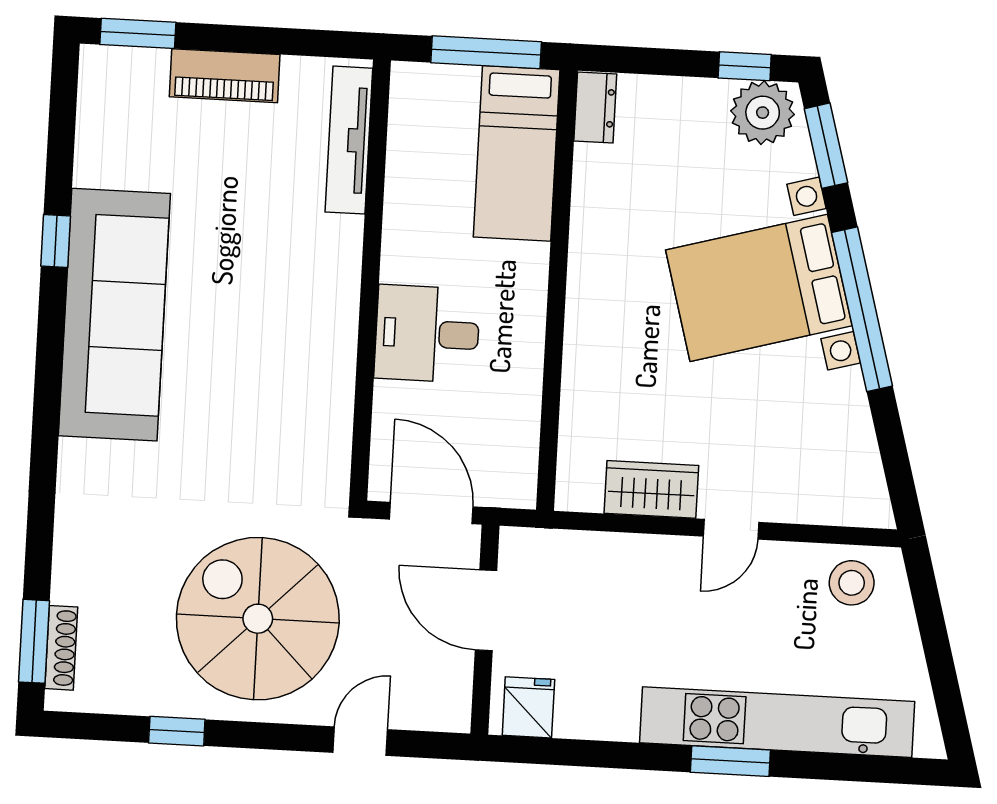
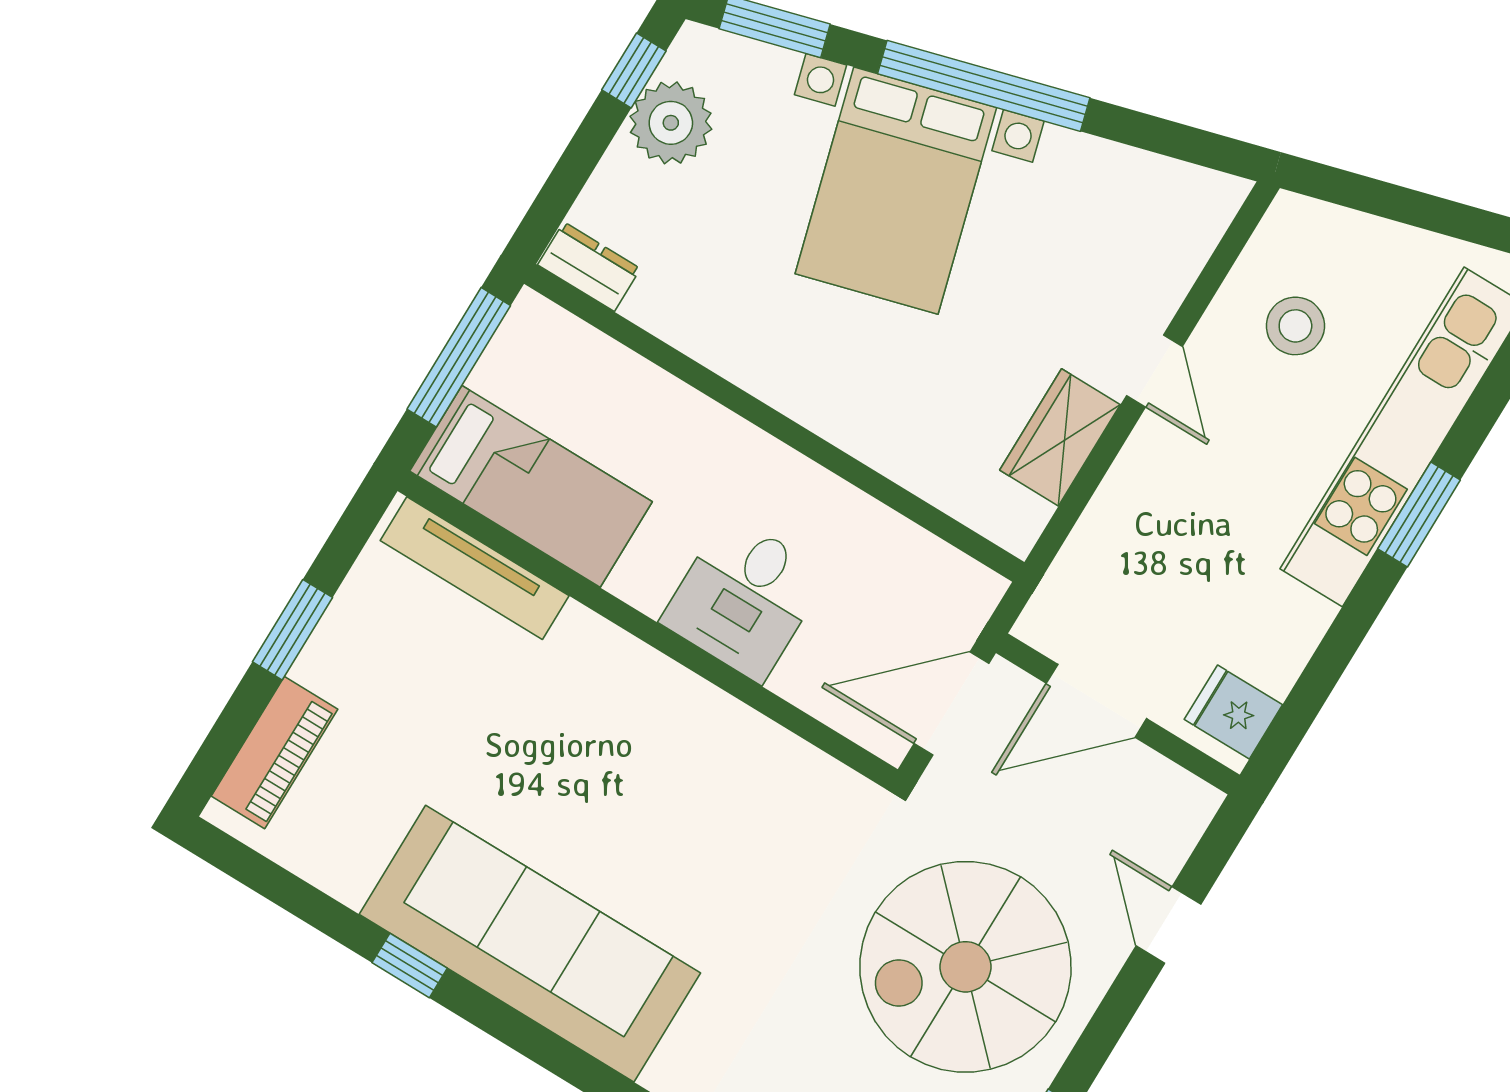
window: (138, 33) -> (292, 630), moved
piano: (225, 76) -> (275, 753), moved
plant: (763, 113) -> (671, 123), moved
bed: (517, 153) -> (531, 486), moved
stool: (852, 583) -> (1295, 326), moved

